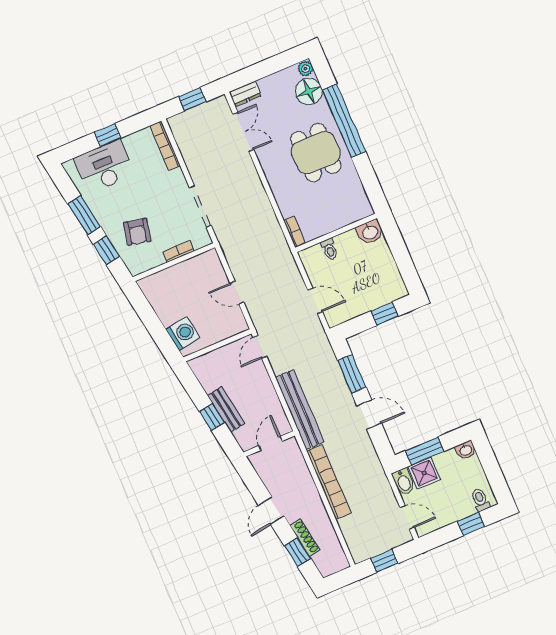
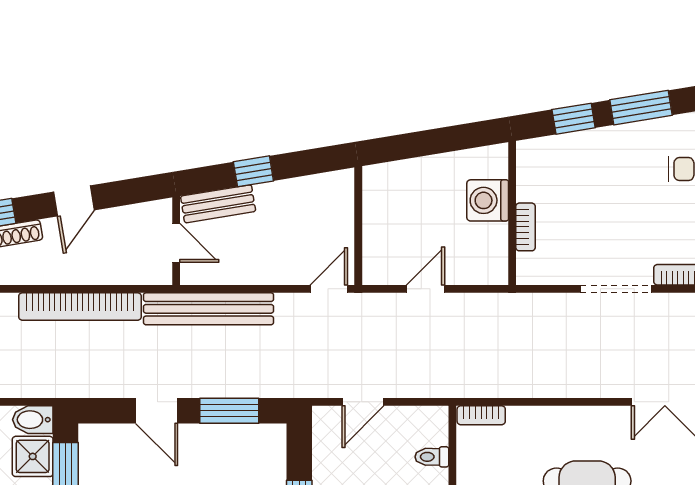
doorway: (200, 206) -> (616, 289), moved
armchair: (137, 232) -> (582, 177), removed
washing machine: (183, 333) -> (488, 200), moved, turned 99
door: (260, 347) -> (329, 289), hinge flipped
bench: (226, 409) -> (218, 204), moved
door: (369, 414) -> (156, 411), hinge flipped
door: (271, 511) -> (74, 201), swing flipped

